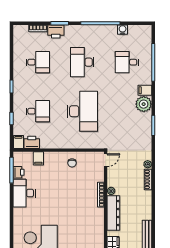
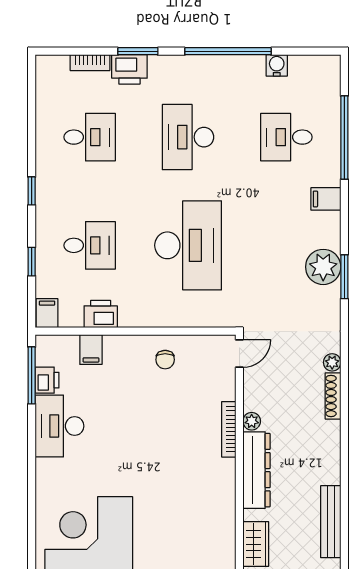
plant: (144, 104) -> (323, 267), moved
printer: (32, 142) -> (101, 314), moved

